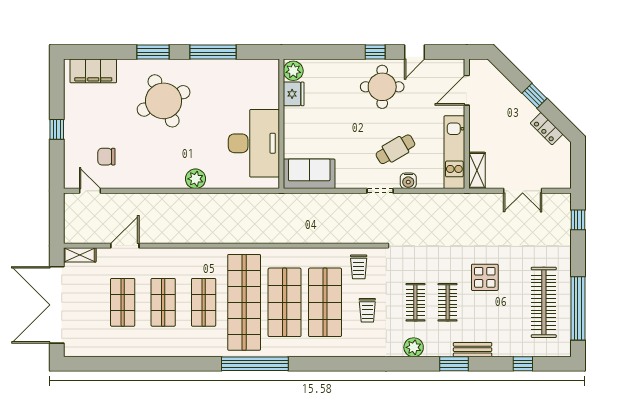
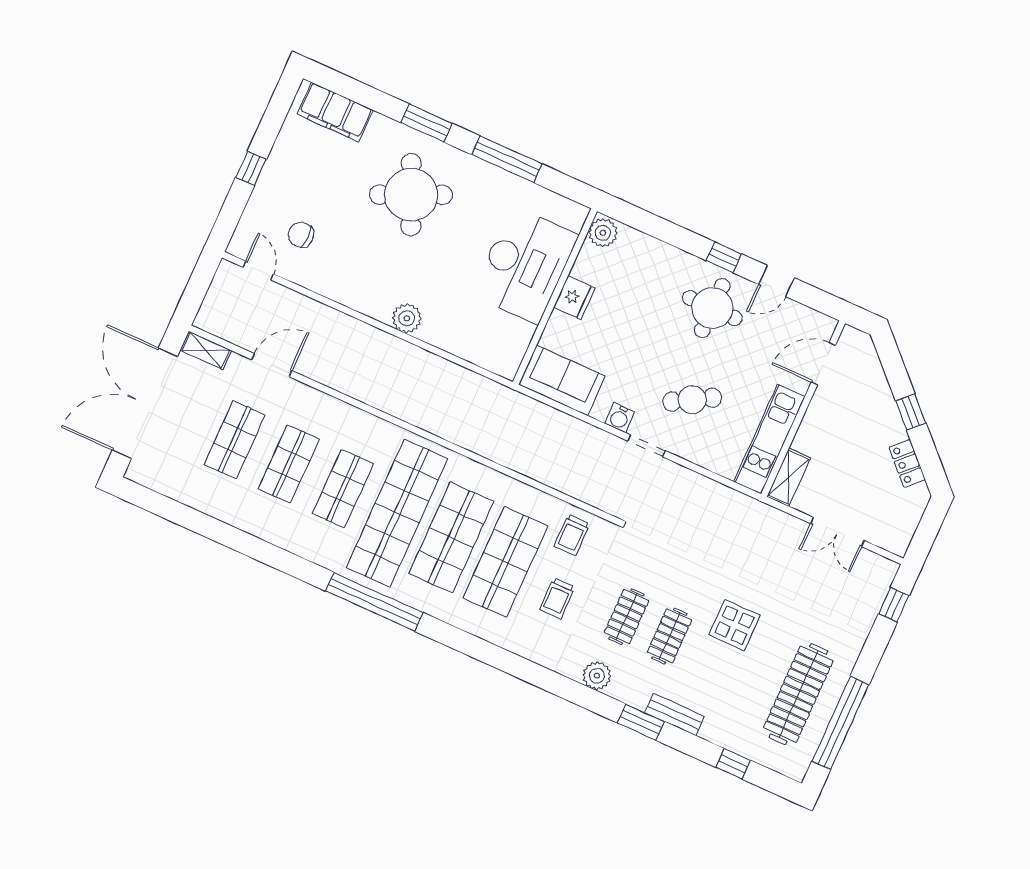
fridge: (294, 94) -> (574, 298), moved
desk: (254, 143) -> (525, 265), moved
water cooler: (408, 181) -> (620, 418), moved

